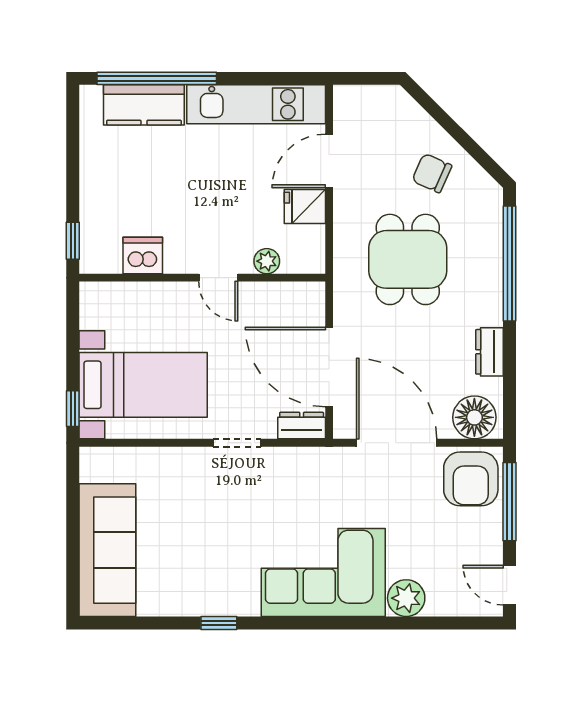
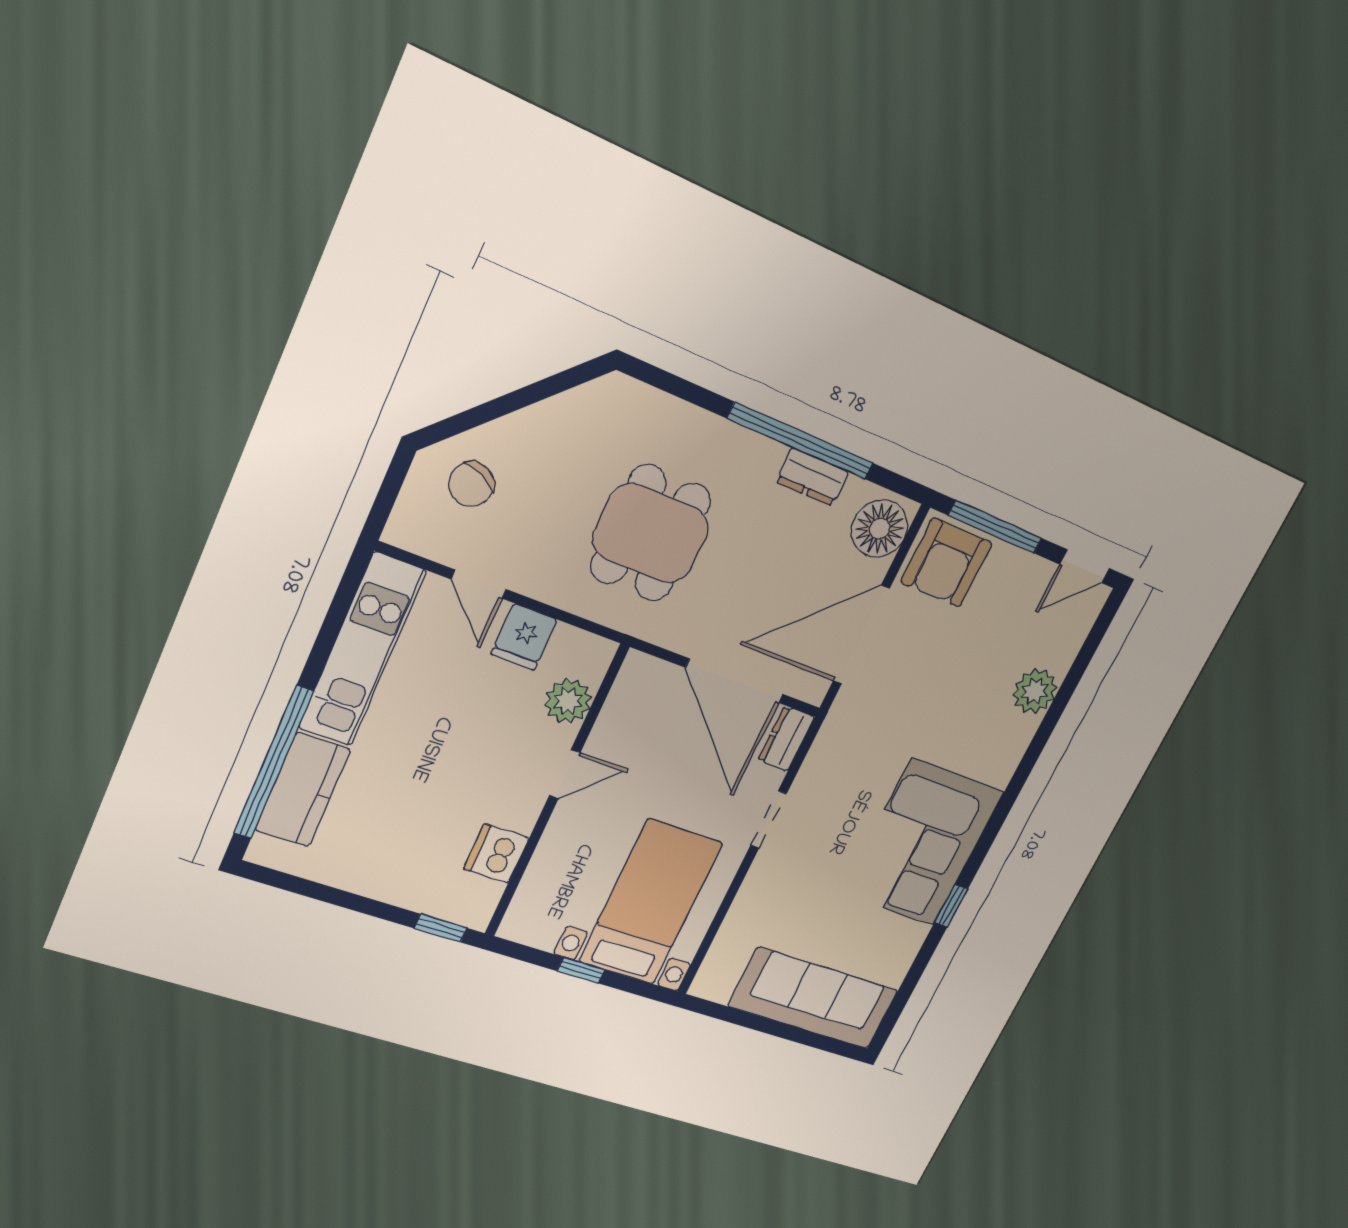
door: (329, 161) -> (479, 584), width x0.73
chair: (432, 173) -> (471, 484), moved
dining table: (408, 259) -> (651, 533), turned 90
plant: (267, 261) -> (568, 701), width x1.38, depth x1.38
window: (509, 263) -> (801, 441), moved
door: (329, 367) -> (735, 681), hinge flipped
window: (73, 409) -> (581, 970), moved
armchair: (471, 479) -> (946, 563), turned 90
corner sofa: (323, 572) -> (923, 843), moved

